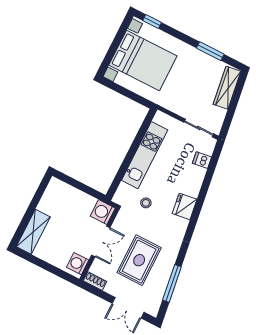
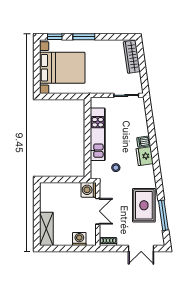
window: (210, 51) -> (84, 37), moved
dishwasher: (202, 160) -> (144, 142), moved
rug: (139, 260) -> (144, 205), moved
washing machine: (78, 264) -> (79, 239), moved, turned 90

